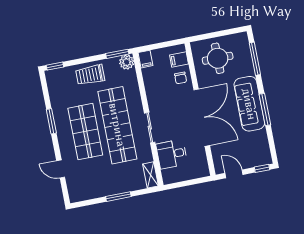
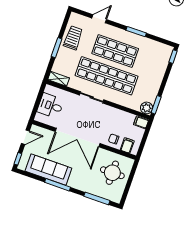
trolley: (90, 75) -> (73, 38), moved
sofa: (249, 104) -> (48, 170), moved
desk: (172, 154) -> (50, 106), moved, turned -90

